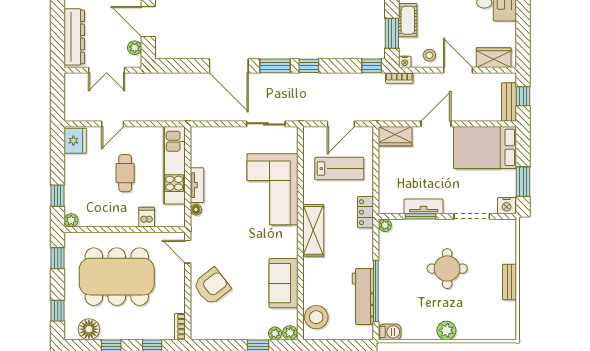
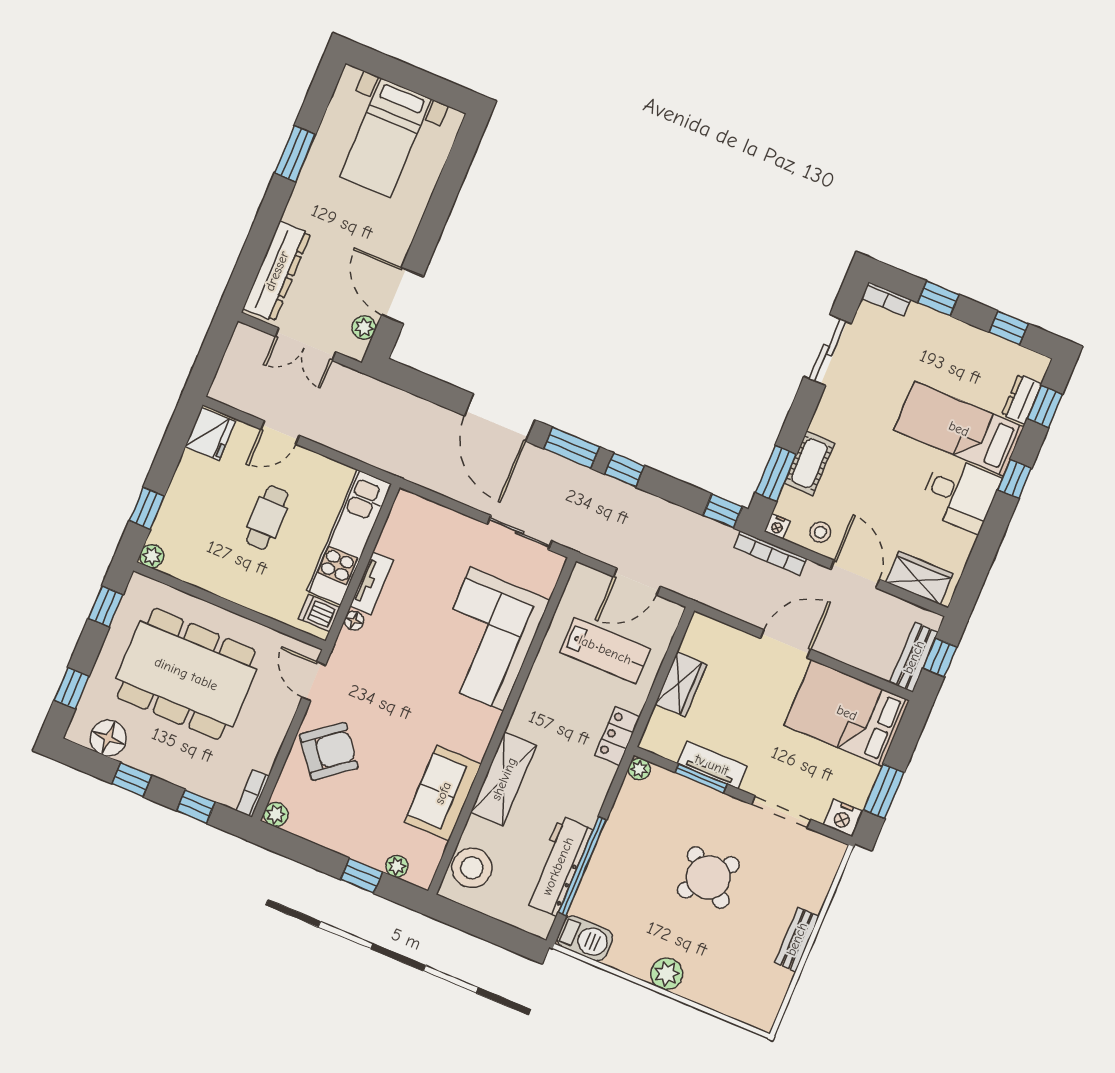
bookcase: (399, 78) -> (770, 553), width x1.56
wardrobe: (395, 136) -> (681, 684), moved, turned -90
dishwasher: (147, 217) -> (319, 613), moved, turned -90
shelving: (313, 230) -> (504, 779), moved
round table: (447, 269) -> (708, 877), turned 38
barbecue: (390, 332) -> (585, 938), width x1.38, depth x1.27
plant: (290, 333) -> (276, 814), moved

